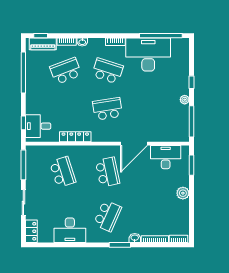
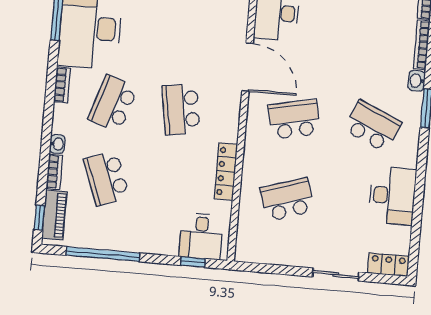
window: (23, 165) -> (268, 269), removed

